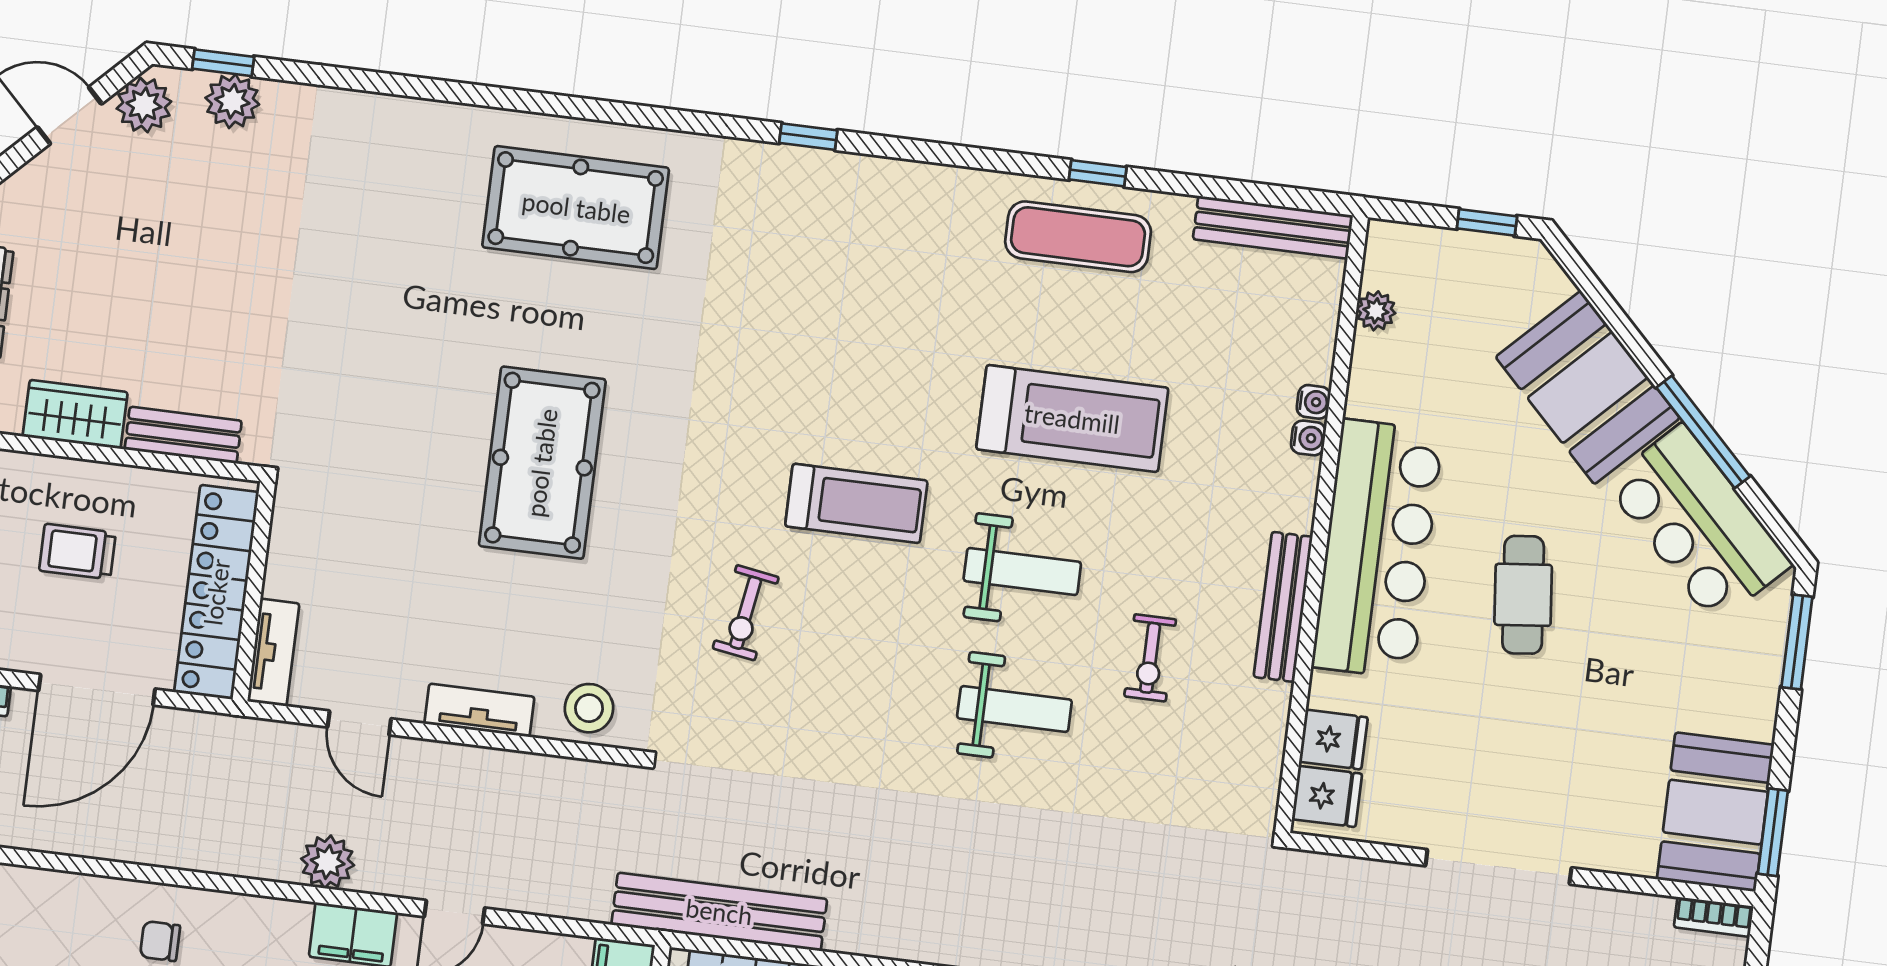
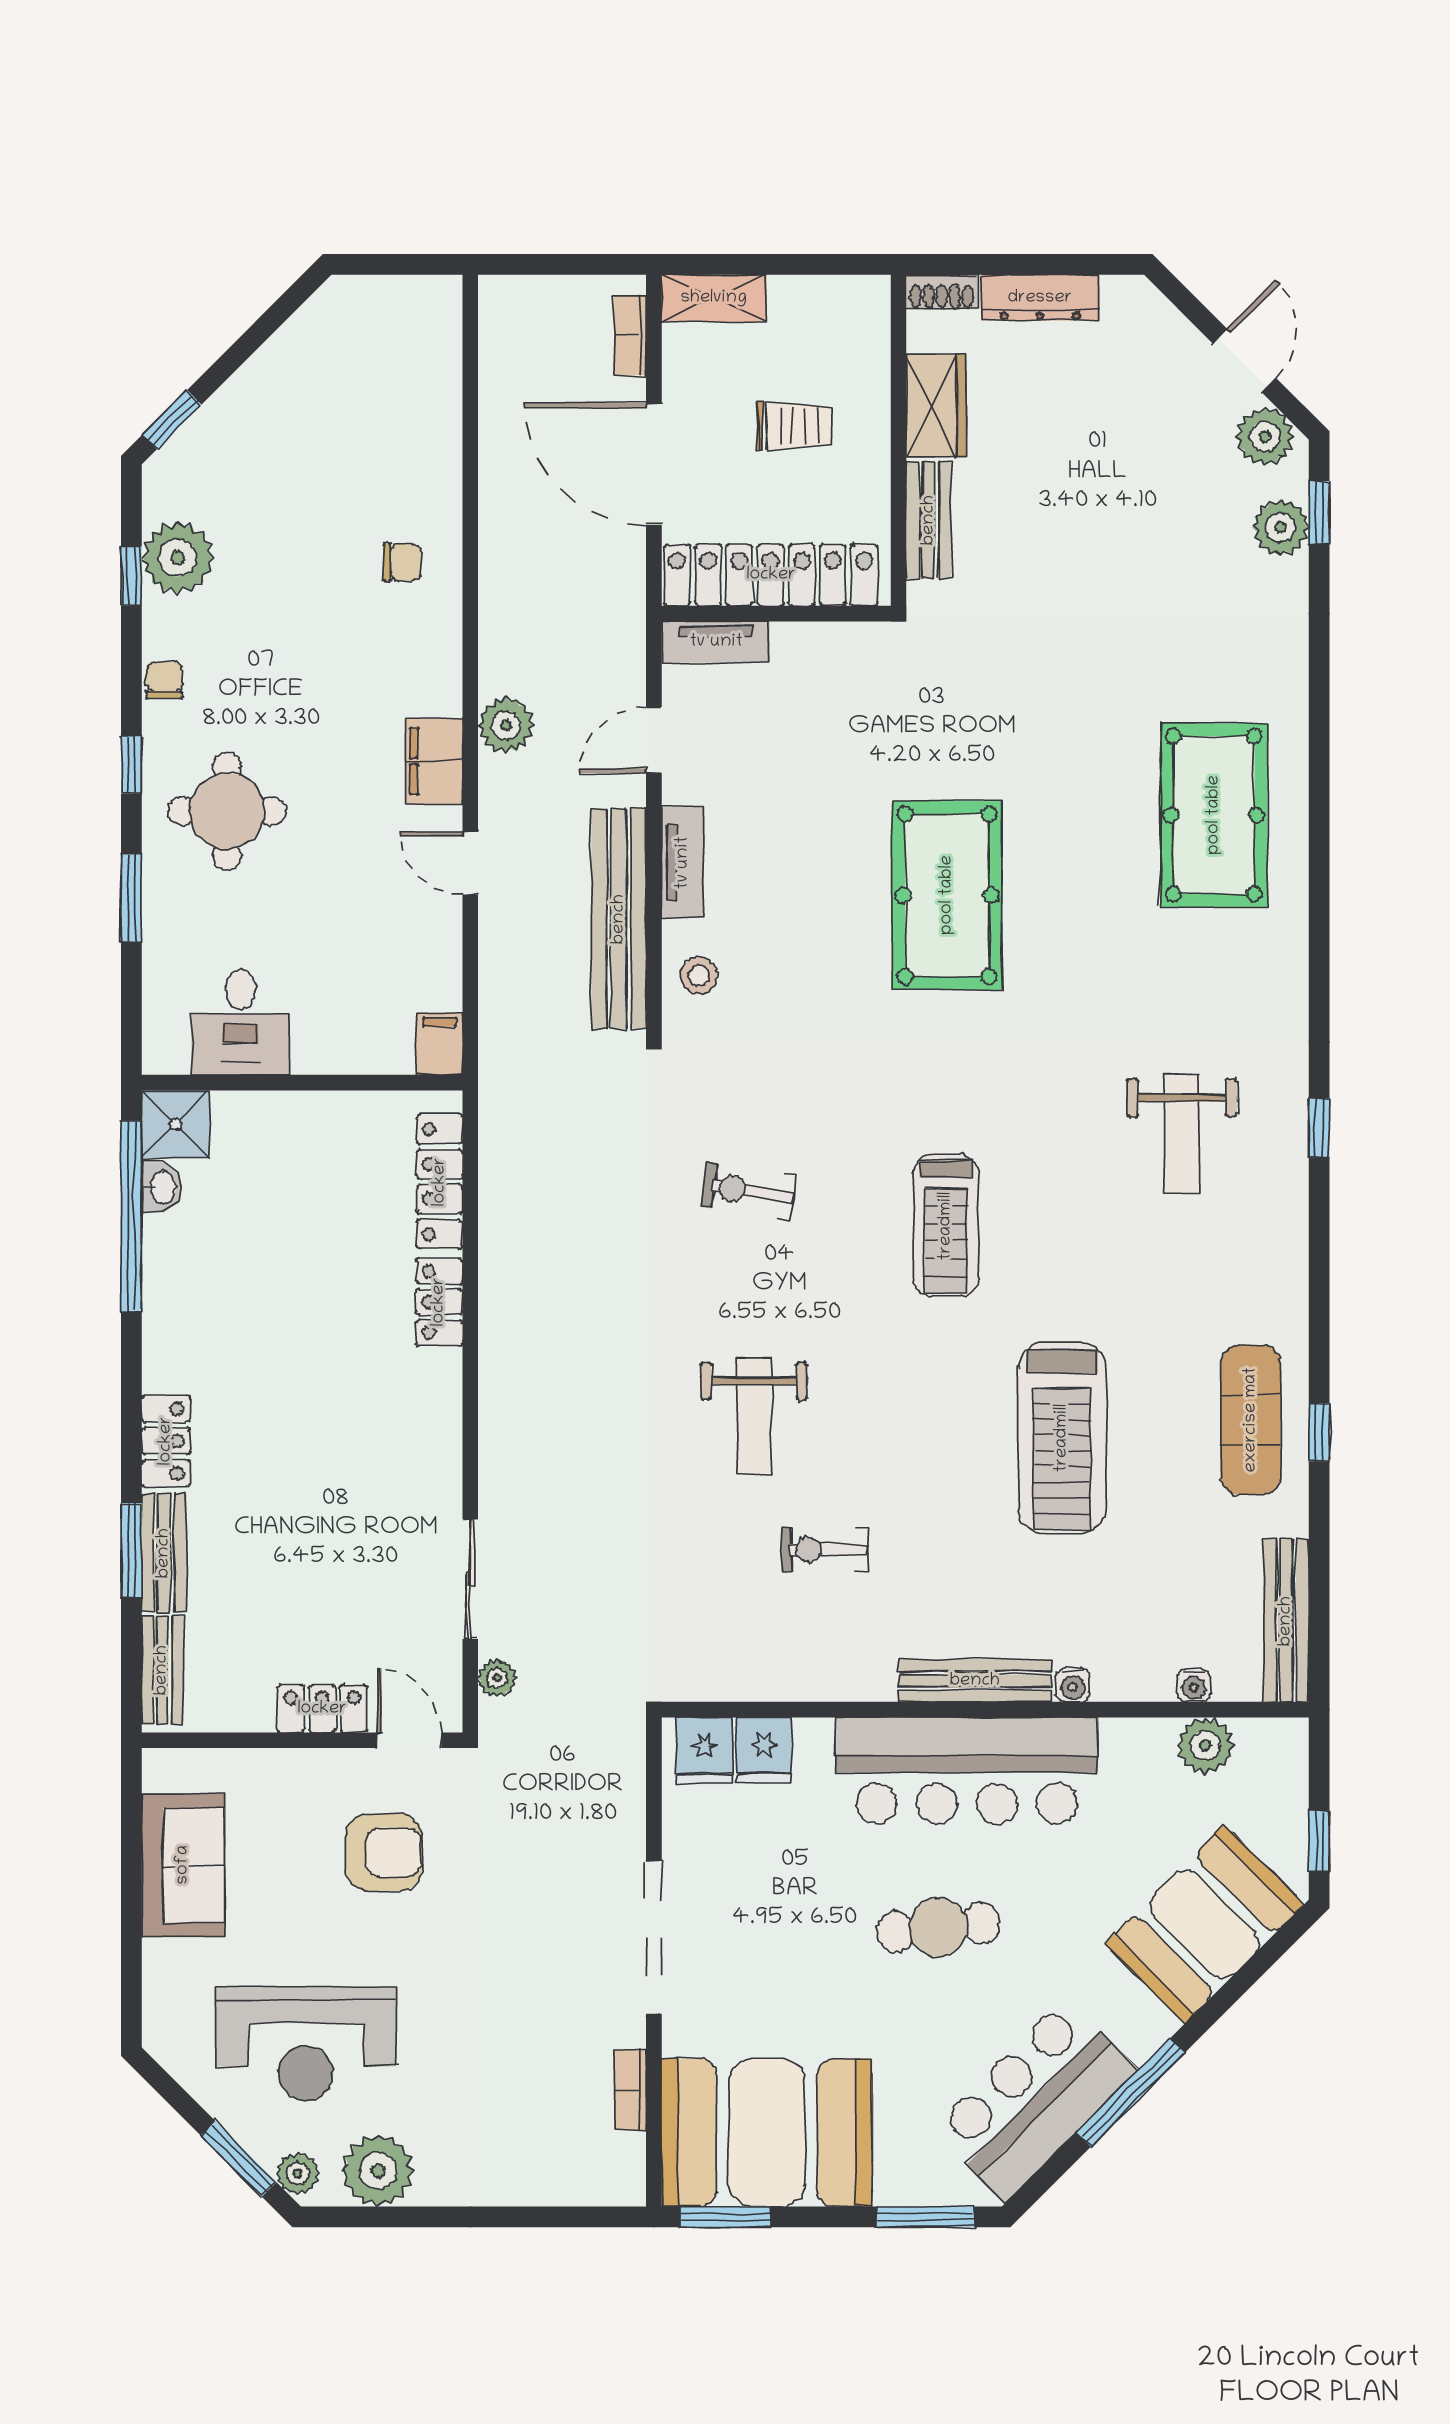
pool table: (576, 208) -> (1214, 815), moved
plant: (1376, 311) -> (1205, 1746), width x1.38, depth x1.38
booth: (1588, 387) -> (1204, 1924), moved
water cooler: (1314, 402) -> (1194, 1685), moved
pool table: (542, 463) -> (947, 895), turned 90
trolley: (77, 552) -> (794, 426), turned 90
weight bench: (1022, 572) -> (1182, 1134), moved
bench: (1283, 607) -> (975, 1681), moved
exercise bike: (746, 613) -> (748, 1191), moved
stool: (589, 708) -> (699, 976), width x0.73, depth x0.73
booth: (1715, 812) -> (767, 2133), width x1.36, depth x1.42
bench: (719, 912) -> (619, 919), moved
bookcase: (1714, 917) -> (630, 2090), moved
chair: (160, 941) -> (402, 562), turned 90

